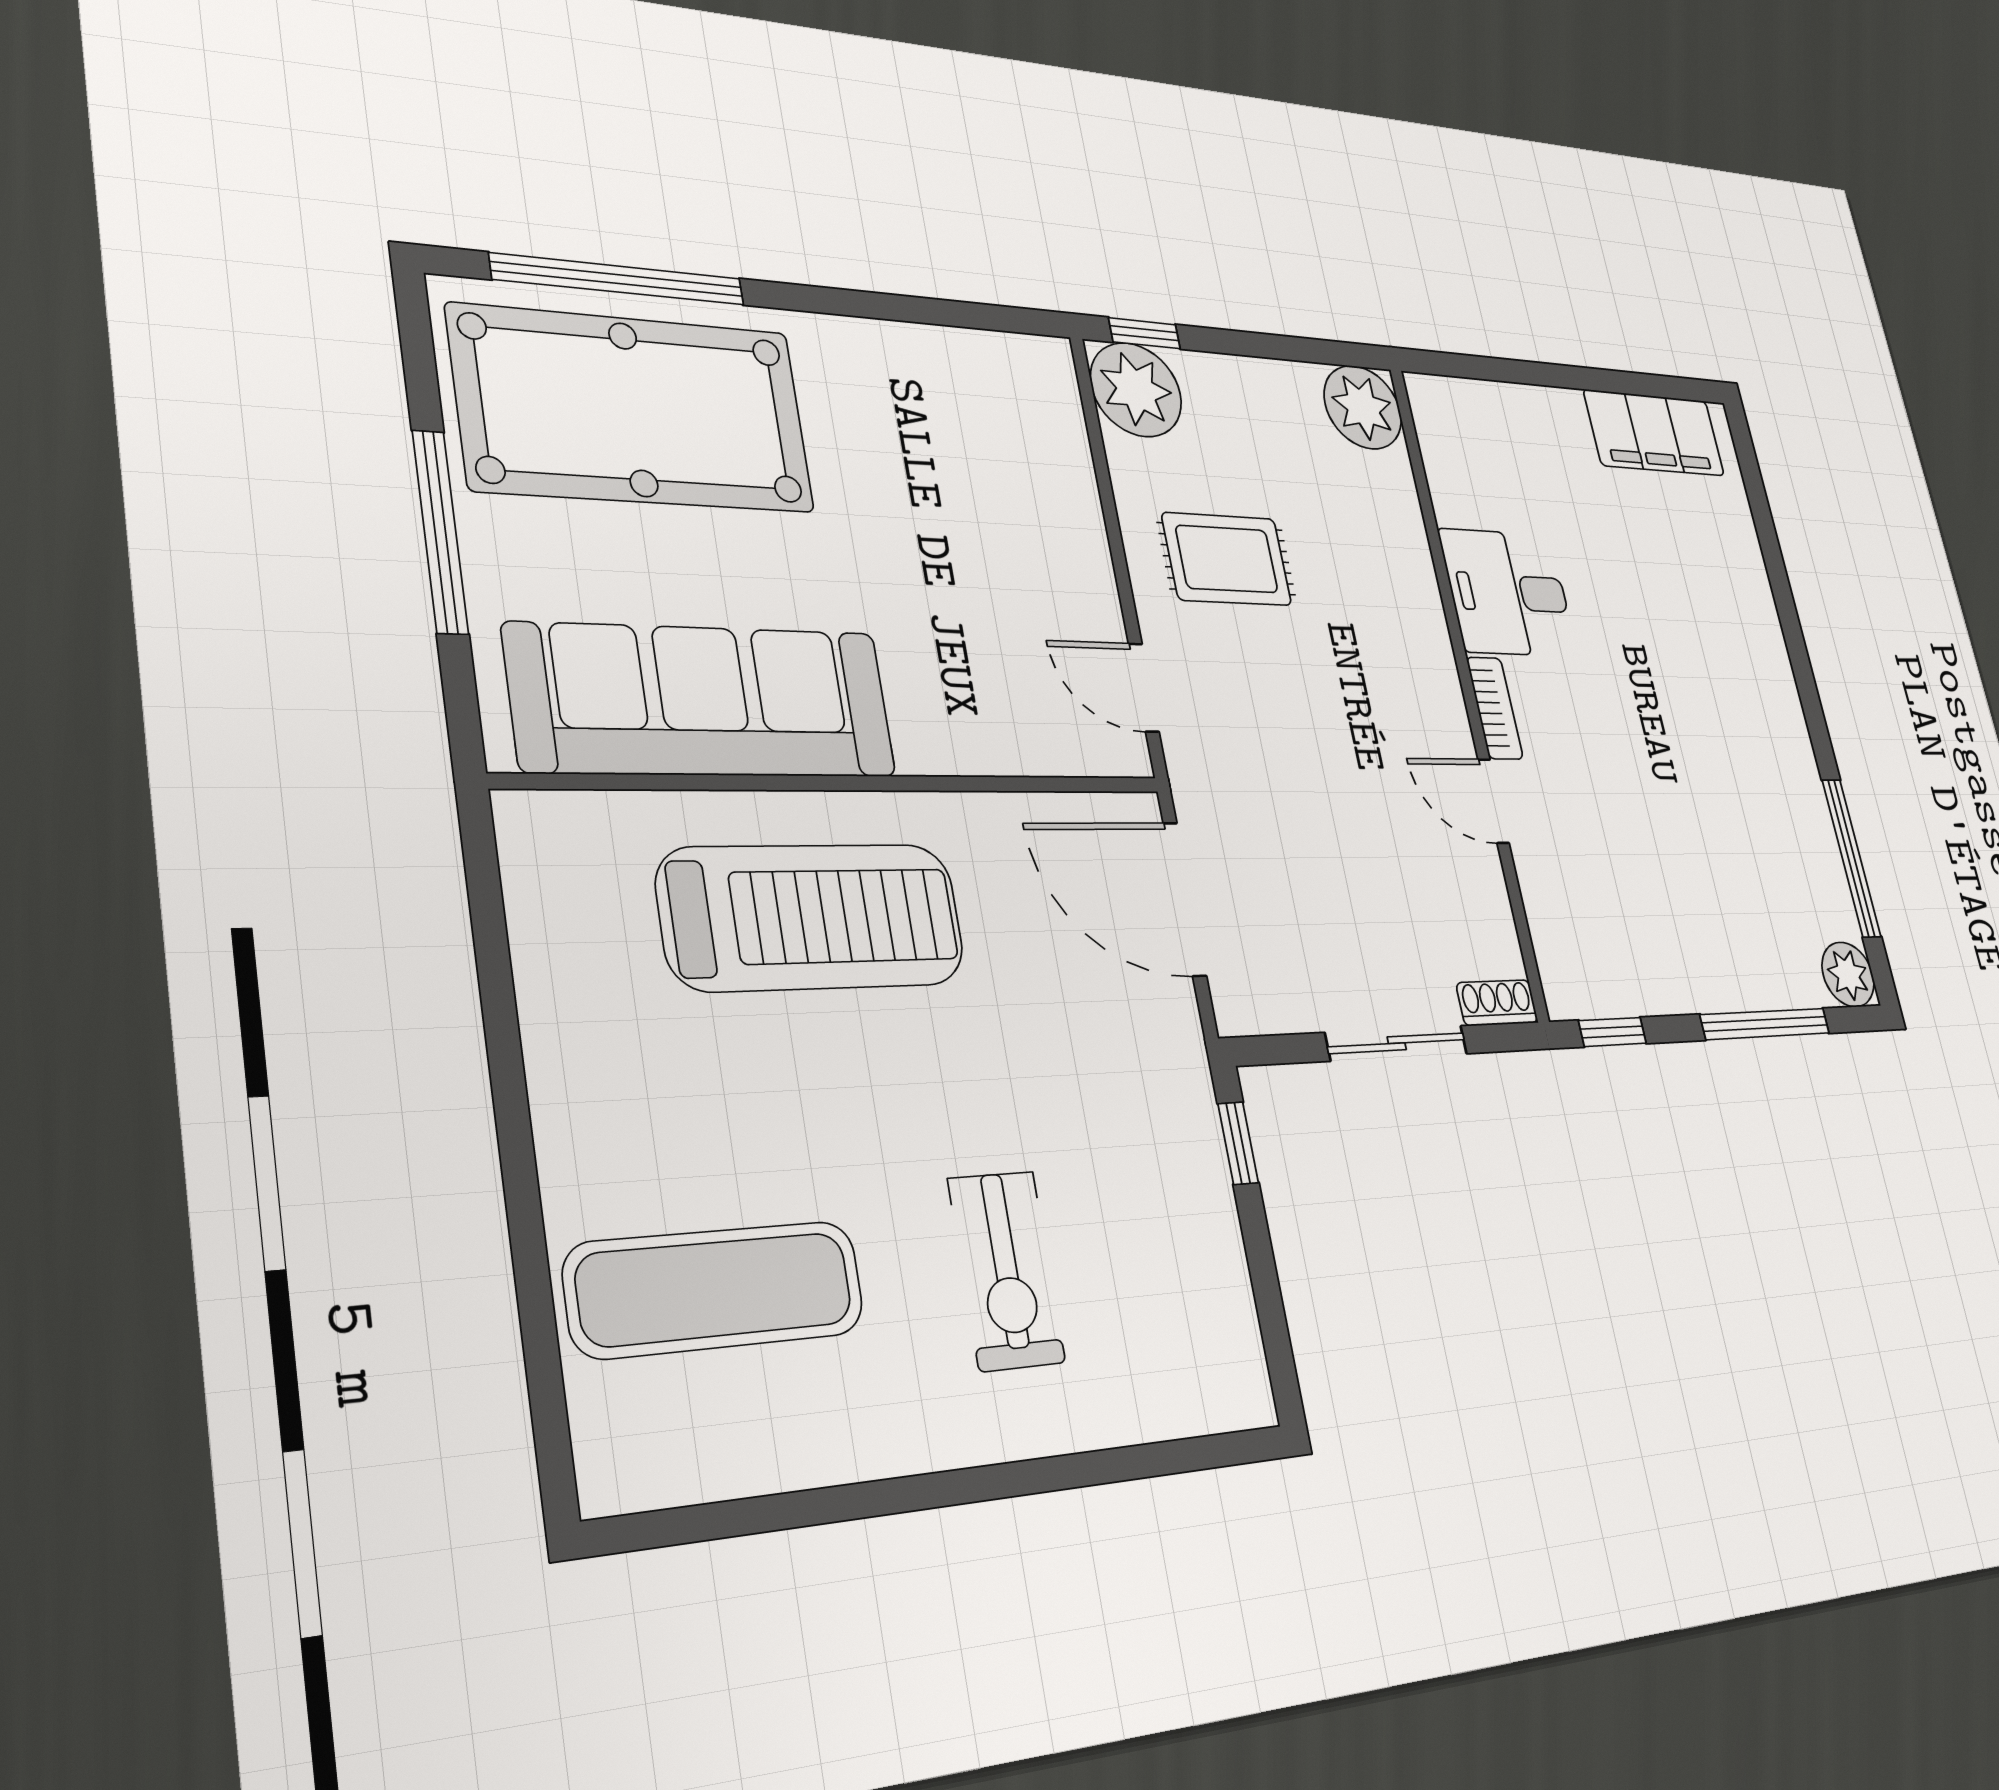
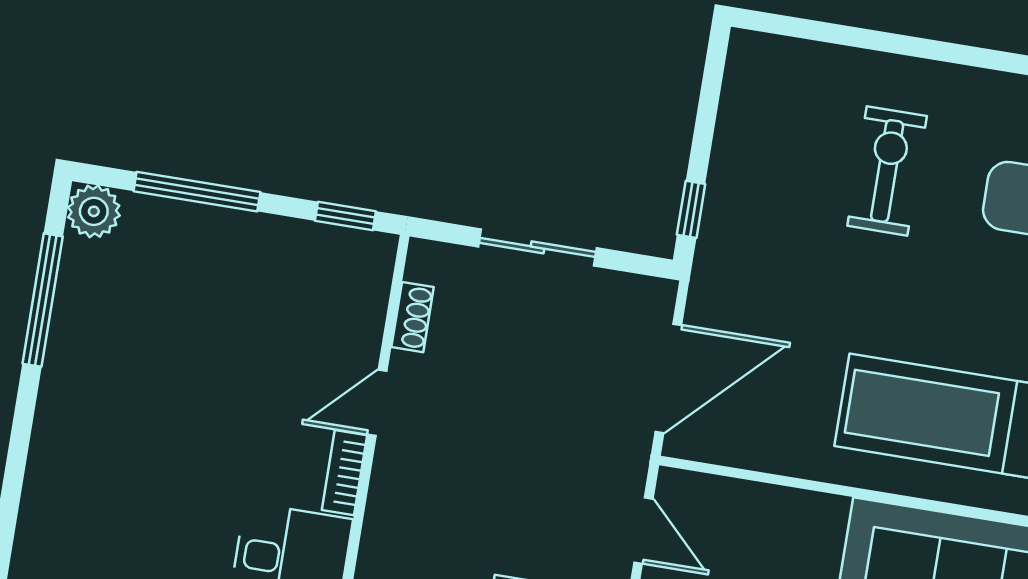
door: (1493, 801) -> (377, 403), swing flipped
door: (1185, 899) -> (668, 378), hinge flipped
shoe rack: (1497, 1003) -> (413, 317), moved, turned -90

